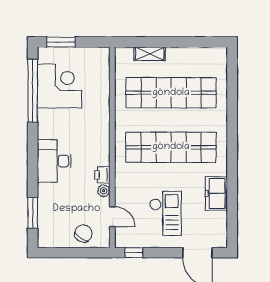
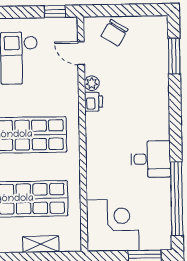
corner desk: (60, 86) -> (113, 225), moved, turned 180
desk: (54, 161) -> (151, 159), moved, width x0.73

